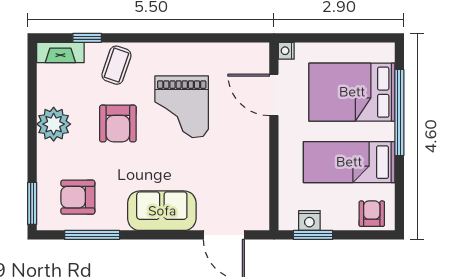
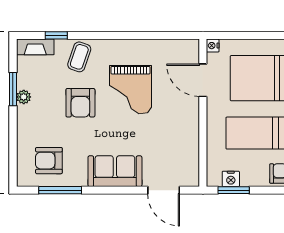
plant: (54, 124) -> (24, 97), width x0.53, depth x0.53
window: (32, 203) -> (13, 89), moved

